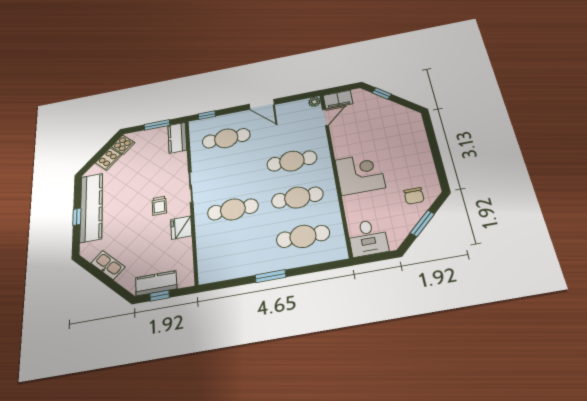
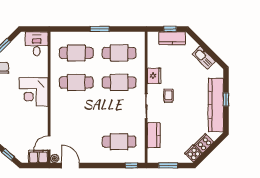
door: (262, 104) -> (70, 165), moved
kitchen counter: (177, 138) -> (154, 135), moved
cafe table: (292, 161) -> (119, 53), moved

